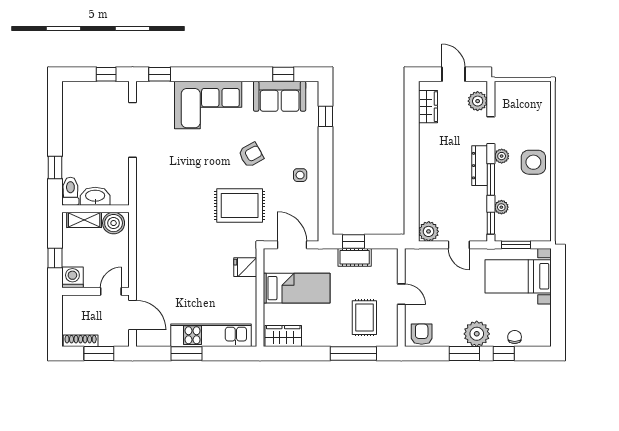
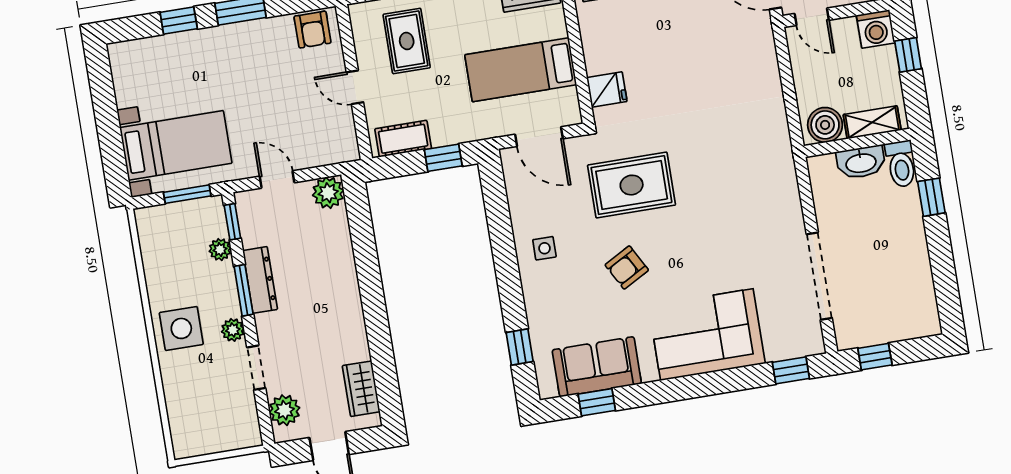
dresser: (480, 166) -> (260, 280), moved
cot: (355, 257) -> (403, 139), moved
door: (111, 291) -> (812, 17), hinge flipped
plant: (477, 334) -> (226, 44), removed
chair: (515, 337) -> (166, 49), removed

